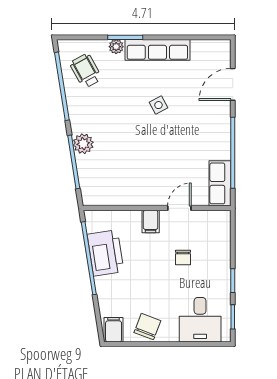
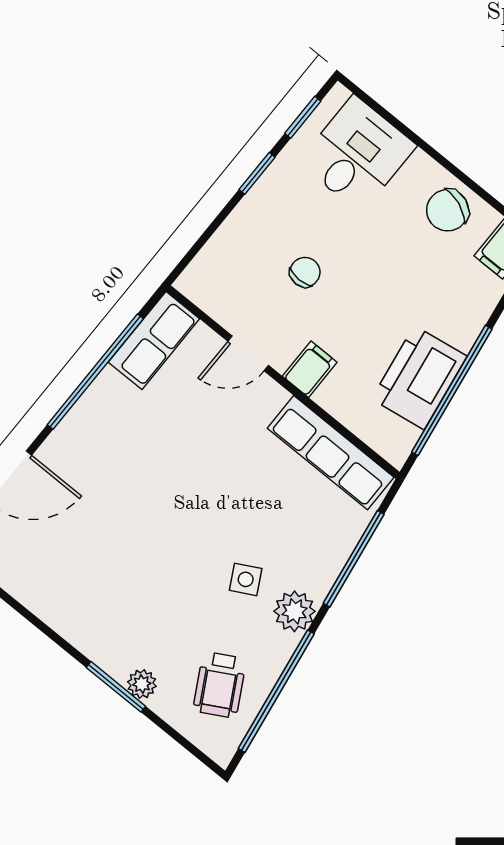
row of seats: (157, 50) -> (331, 453), moved, turned 180
side table: (158, 105) -> (246, 579), moved
plant: (83, 144) -> (295, 611), moved

